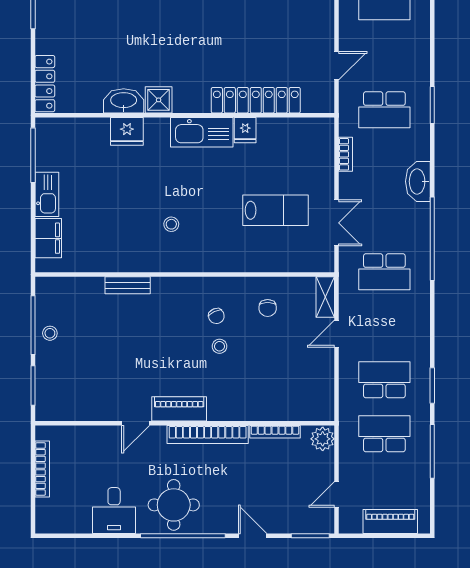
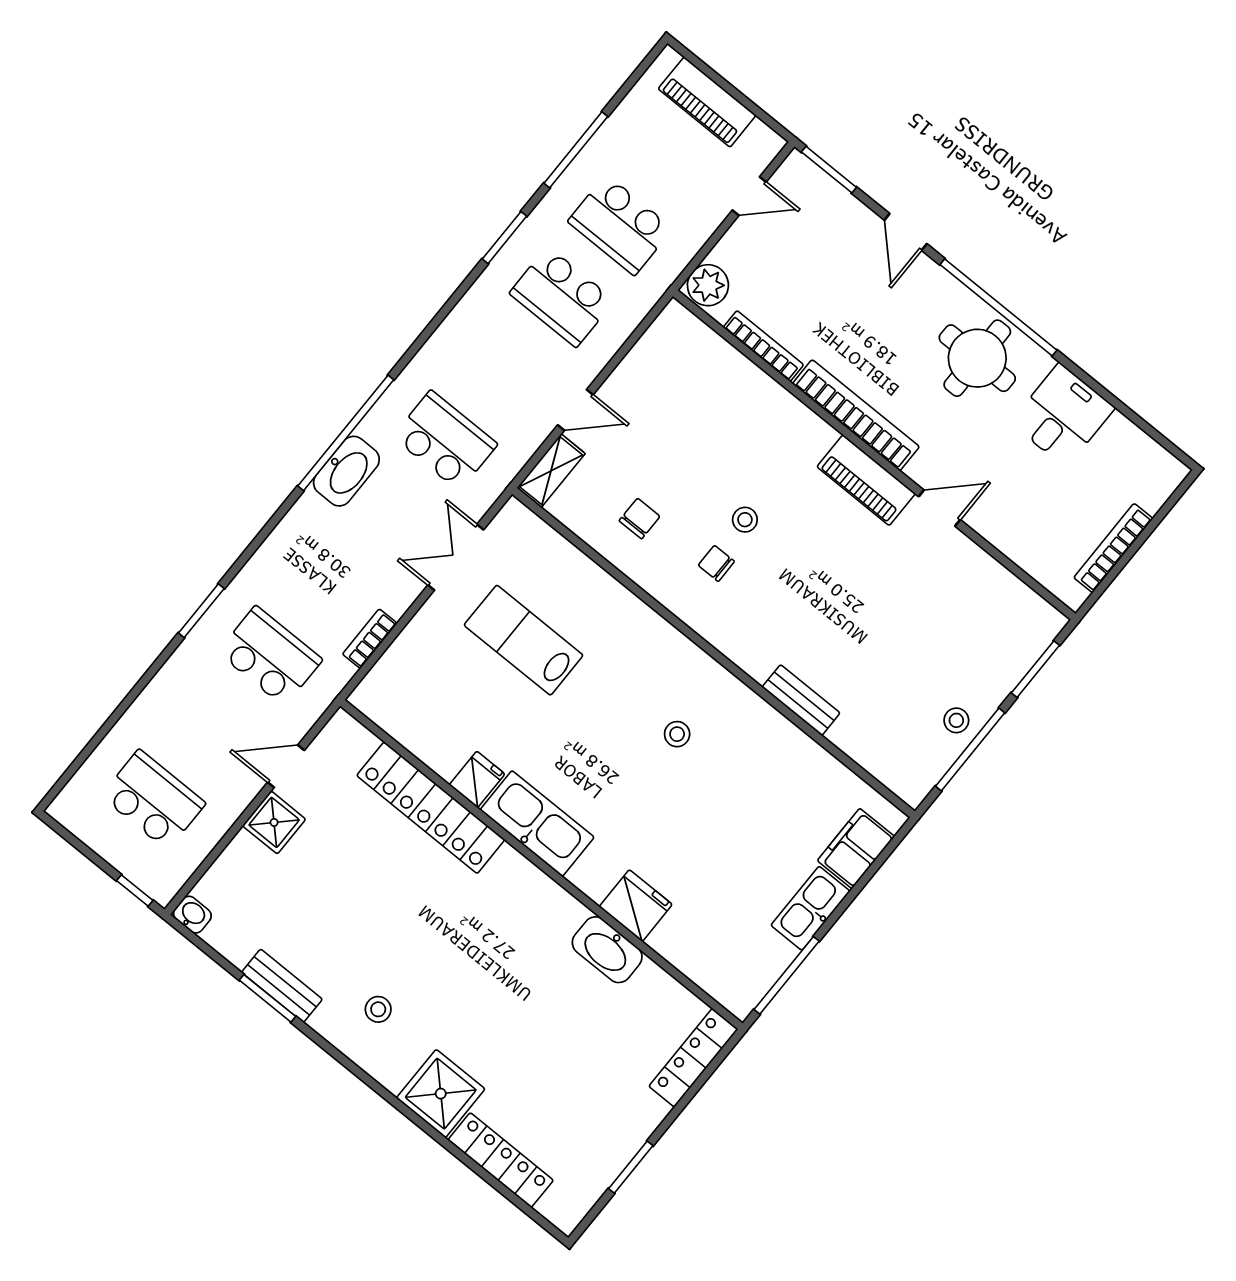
shower: (159, 100) -> (274, 822), moved
washbasin: (418, 181) -> (346, 471), moved
chair: (216, 316) -> (716, 563), turned -65

